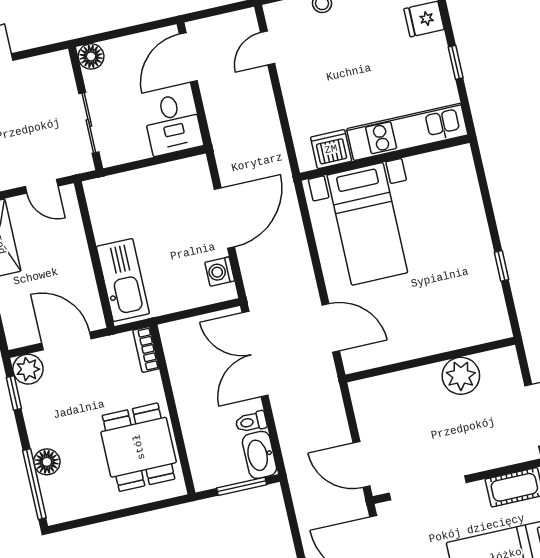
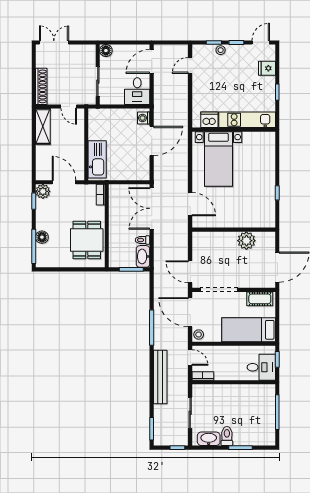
washing machine: (220, 272) -> (144, 118), moved

